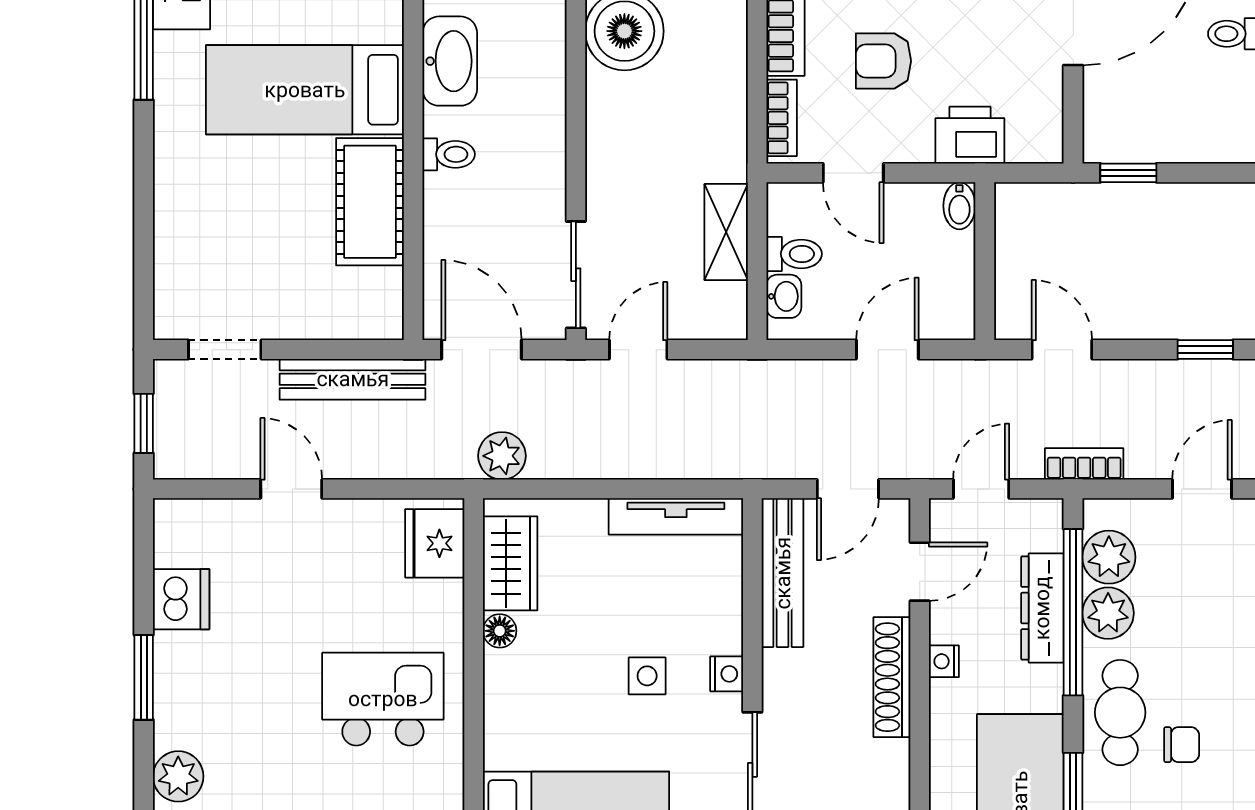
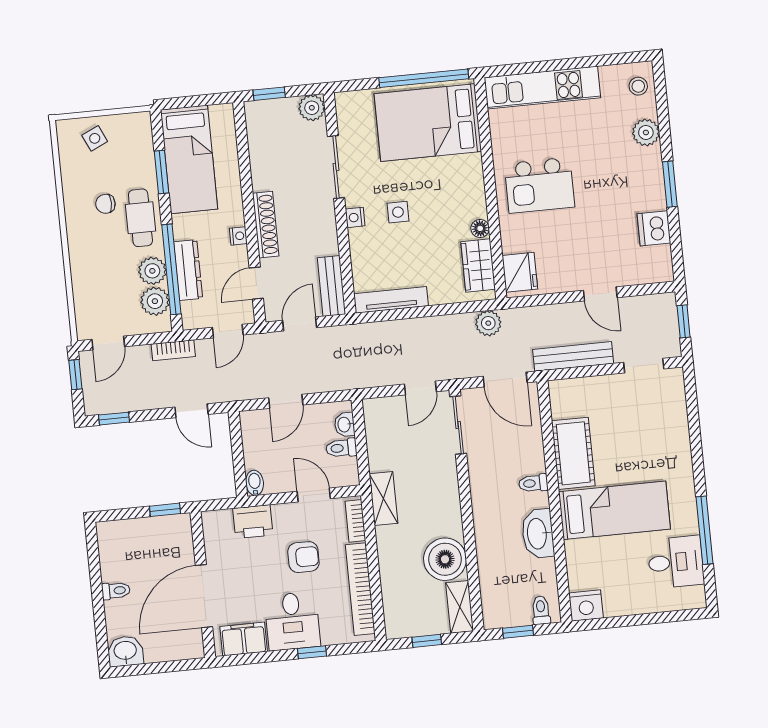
shelving: (726, 232) -> (383, 499), moved
bench: (783, 573) -> (331, 286), width x0.73

